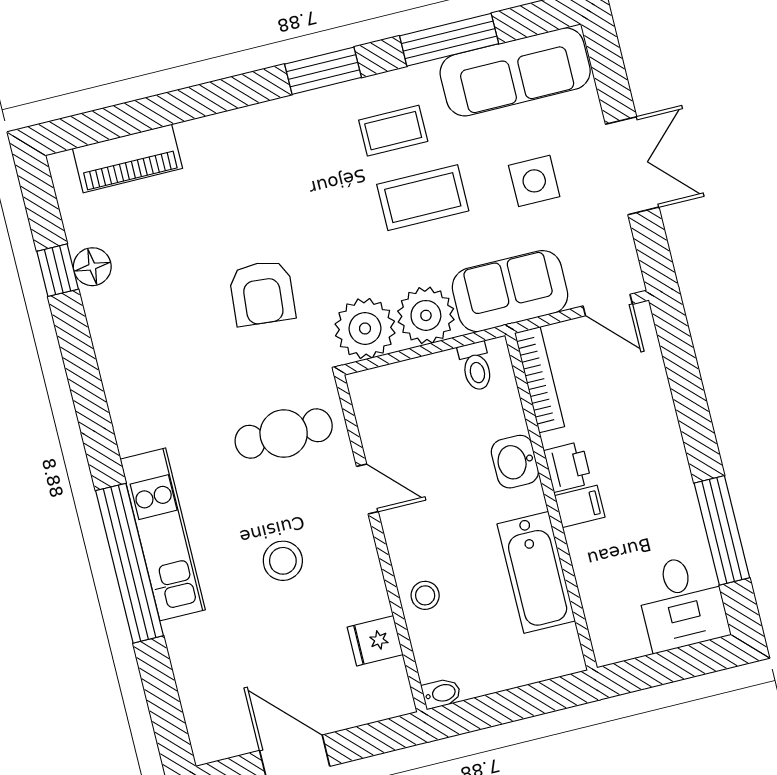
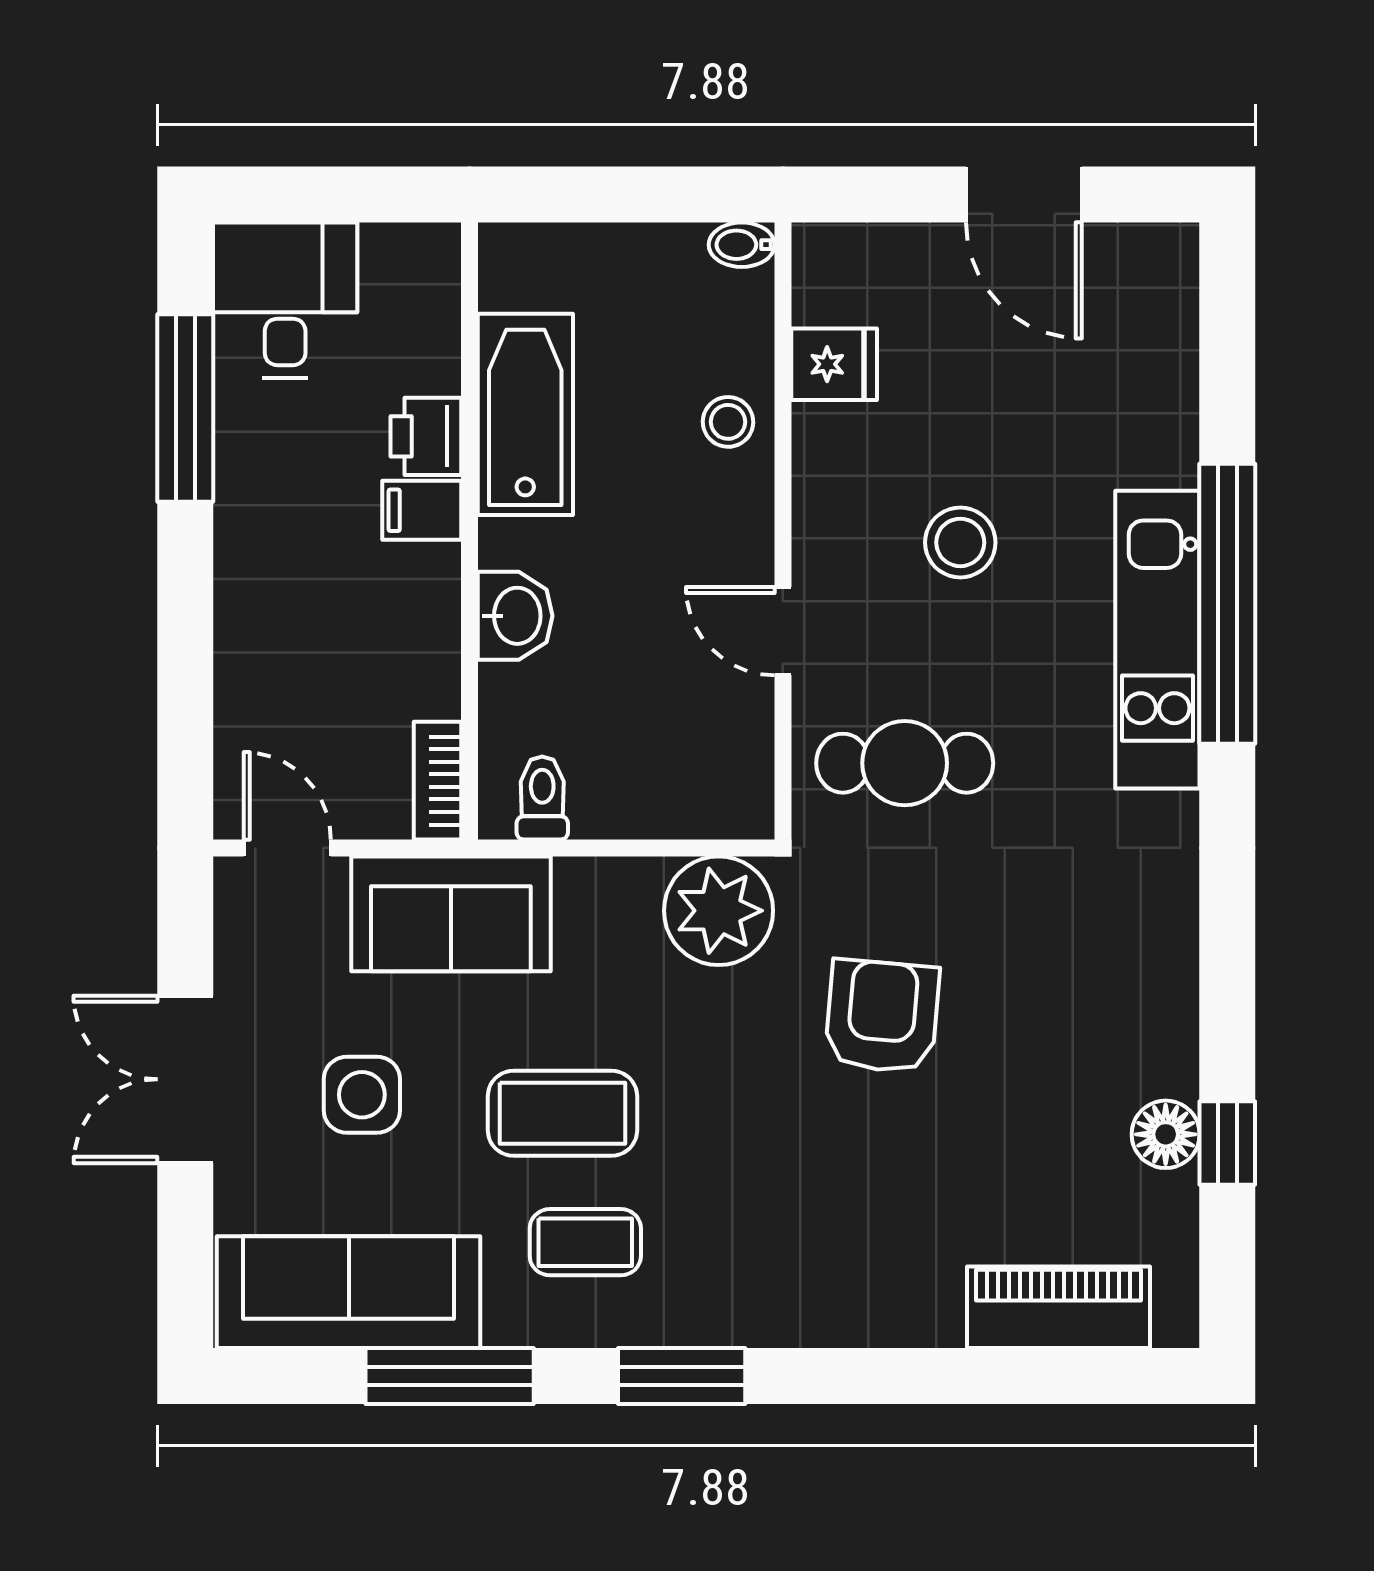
plant: (426, 315) -> (607, 907), removed
bookcase: (540, 380) -> (437, 781), width x0.64
printer: (568, 467) -> (426, 436), moved

